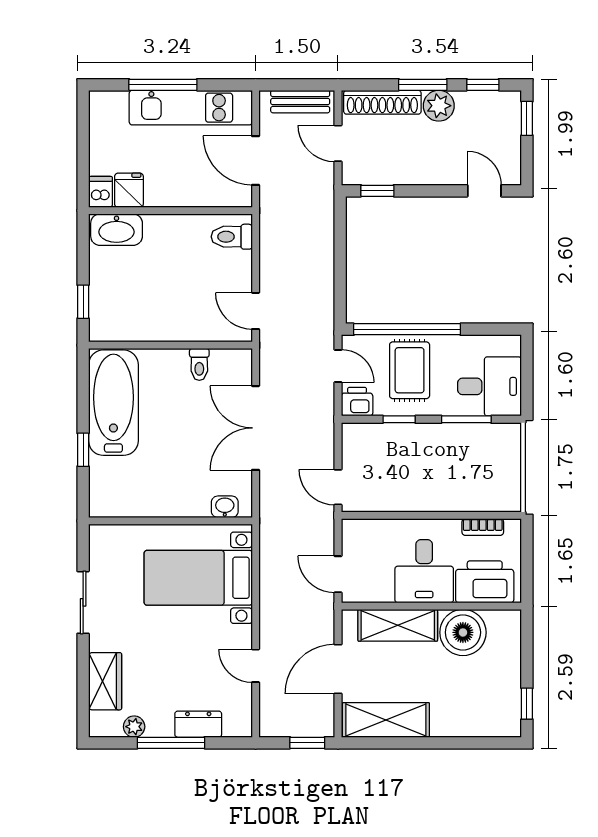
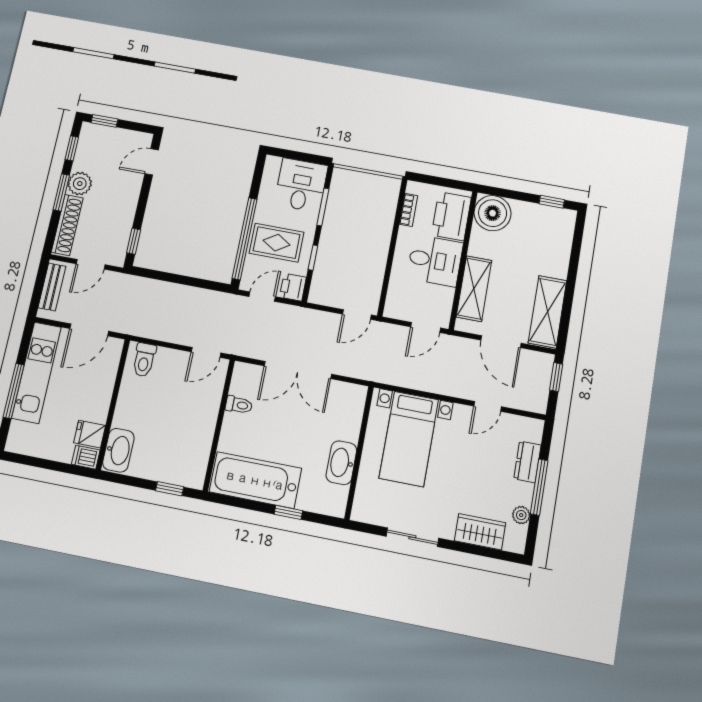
washbasin: (225, 507) -> (341, 463), moved, width x1.91, depth x1.45
boiler: (463, 632) -> (493, 213), moved

